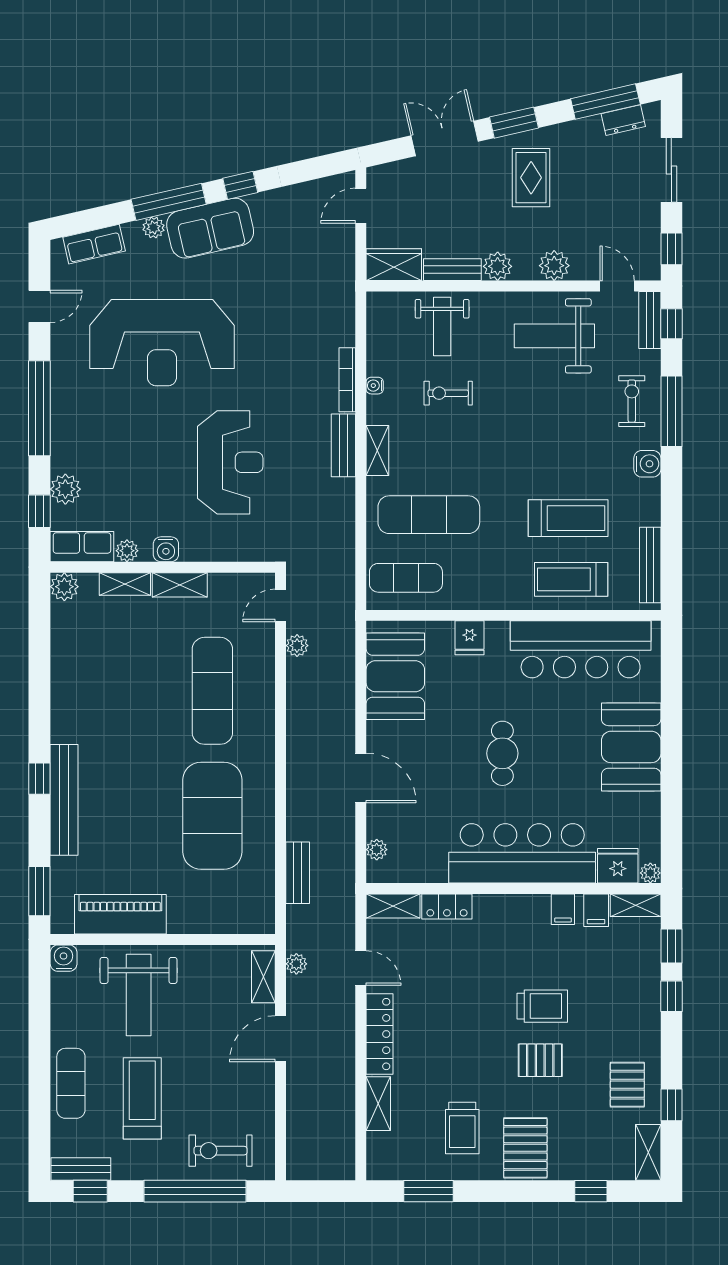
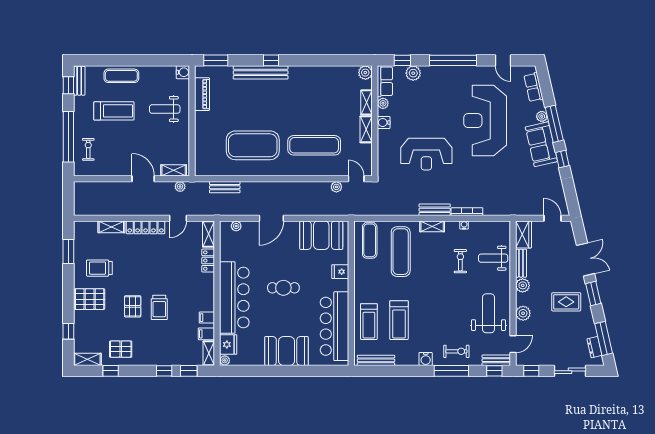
treadmill: (571, 579) -> (369, 322), turned 180
piano: (120, 914) -> (202, 94), width x0.73, depth x0.75
weight bench: (139, 995) -> (165, 109), width x0.73, depth x0.75
exercise bike: (221, 1151) -> (88, 149), width x0.73, depth x0.72

